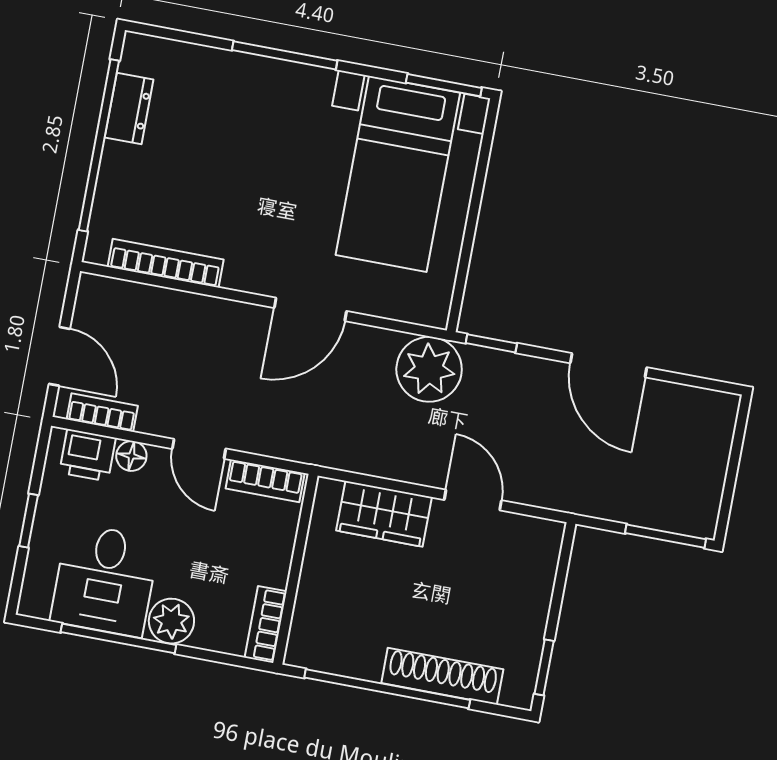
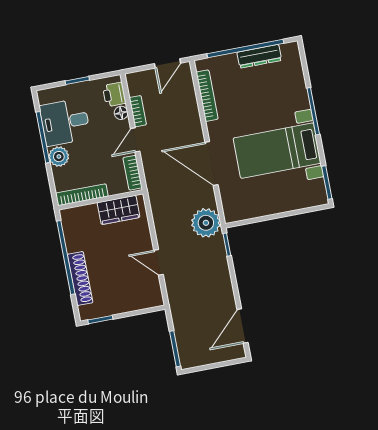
dresser: (129, 109) -> (259, 56), width x1.44
bed with nightstands: (398, 174) -> (277, 151), moved
door: (310, 309) -> (211, 164), width x1.36
door: (59, 356) -> (167, 63), moved
door: (609, 365) -> (242, 326), moved
bookcase: (102, 413) -> (138, 111), moved
door: (473, 500) -> (159, 262), swing flipped
wardrobe: (384, 514) -> (119, 210), moved, turned -90
bookcase: (266, 624) -> (82, 195), width x1.56

